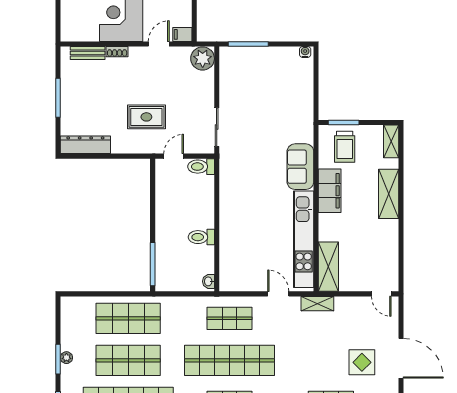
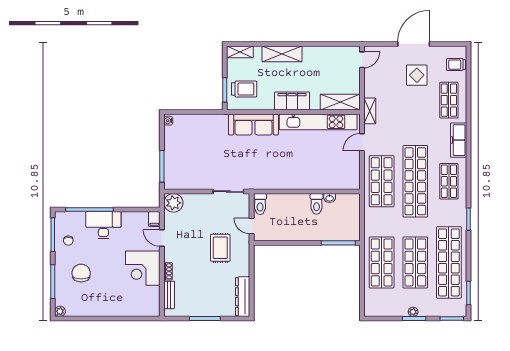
sofa: (300, 167) -> (253, 124), width x1.36
filing cabinet: (330, 191) -> (292, 101), moved
washbasin: (209, 281) -> (330, 198), moved
shop shelf: (230, 318) -> (382, 181), width x1.43, depth x1.36

